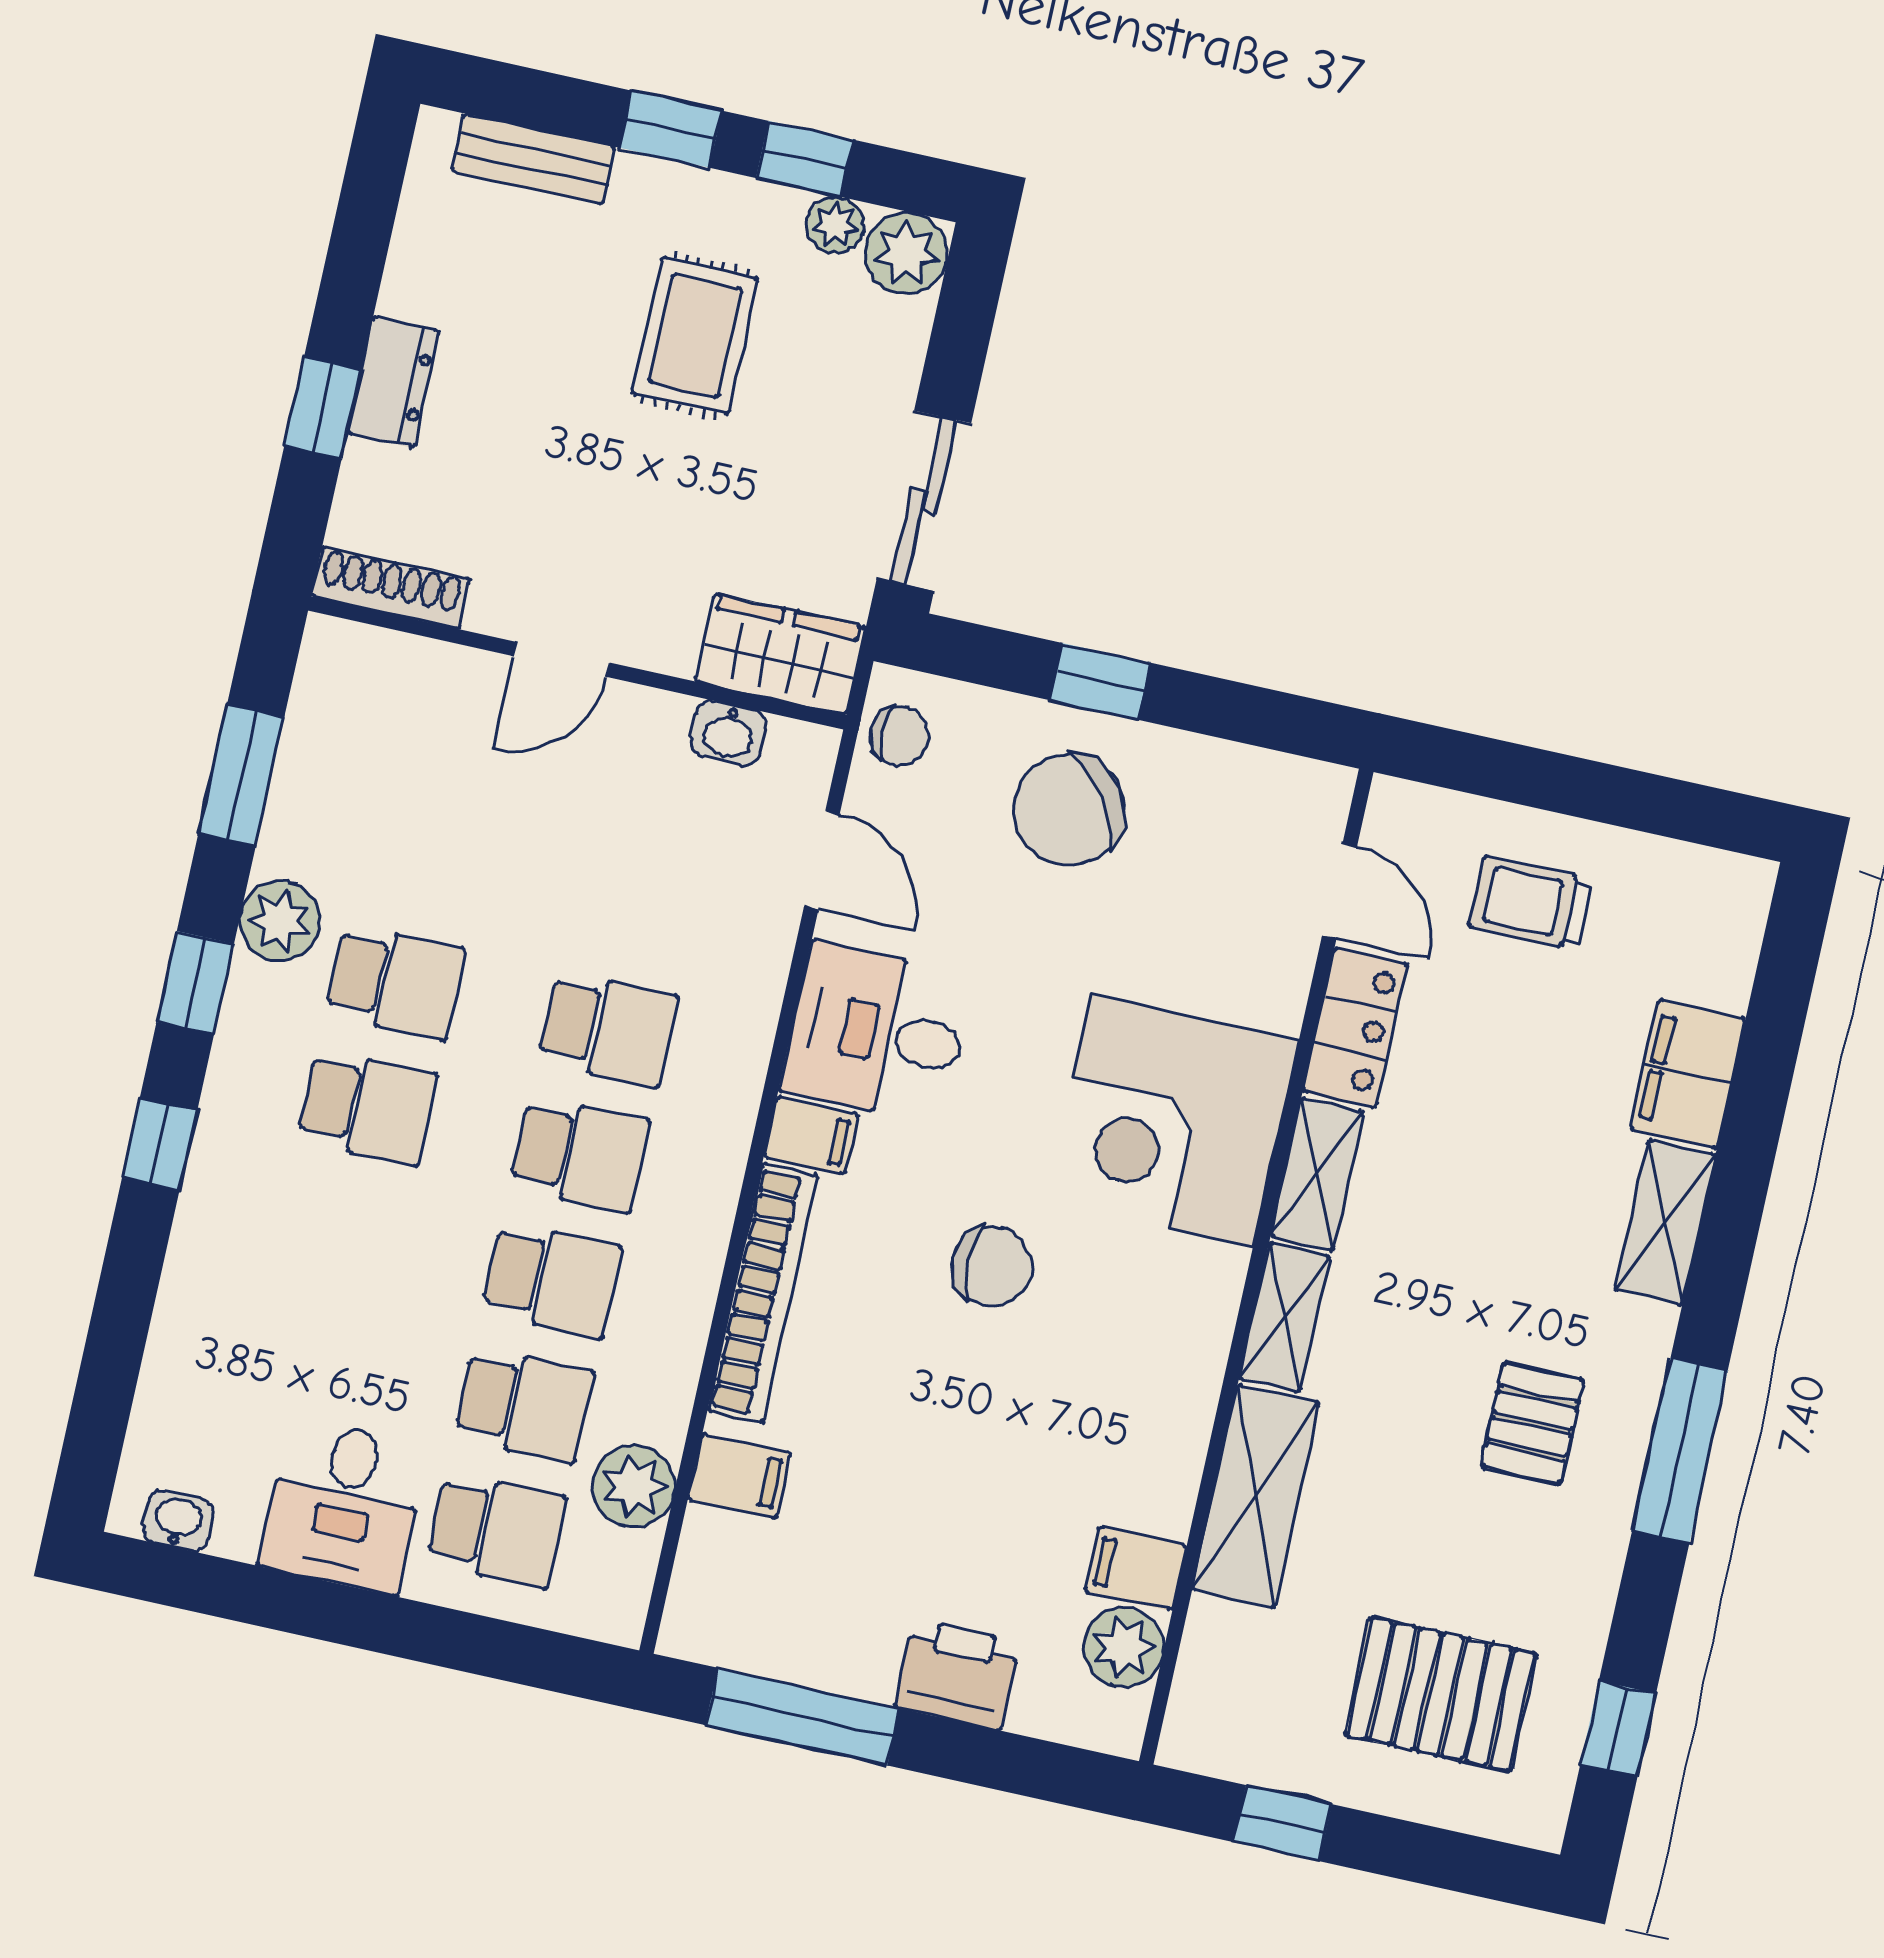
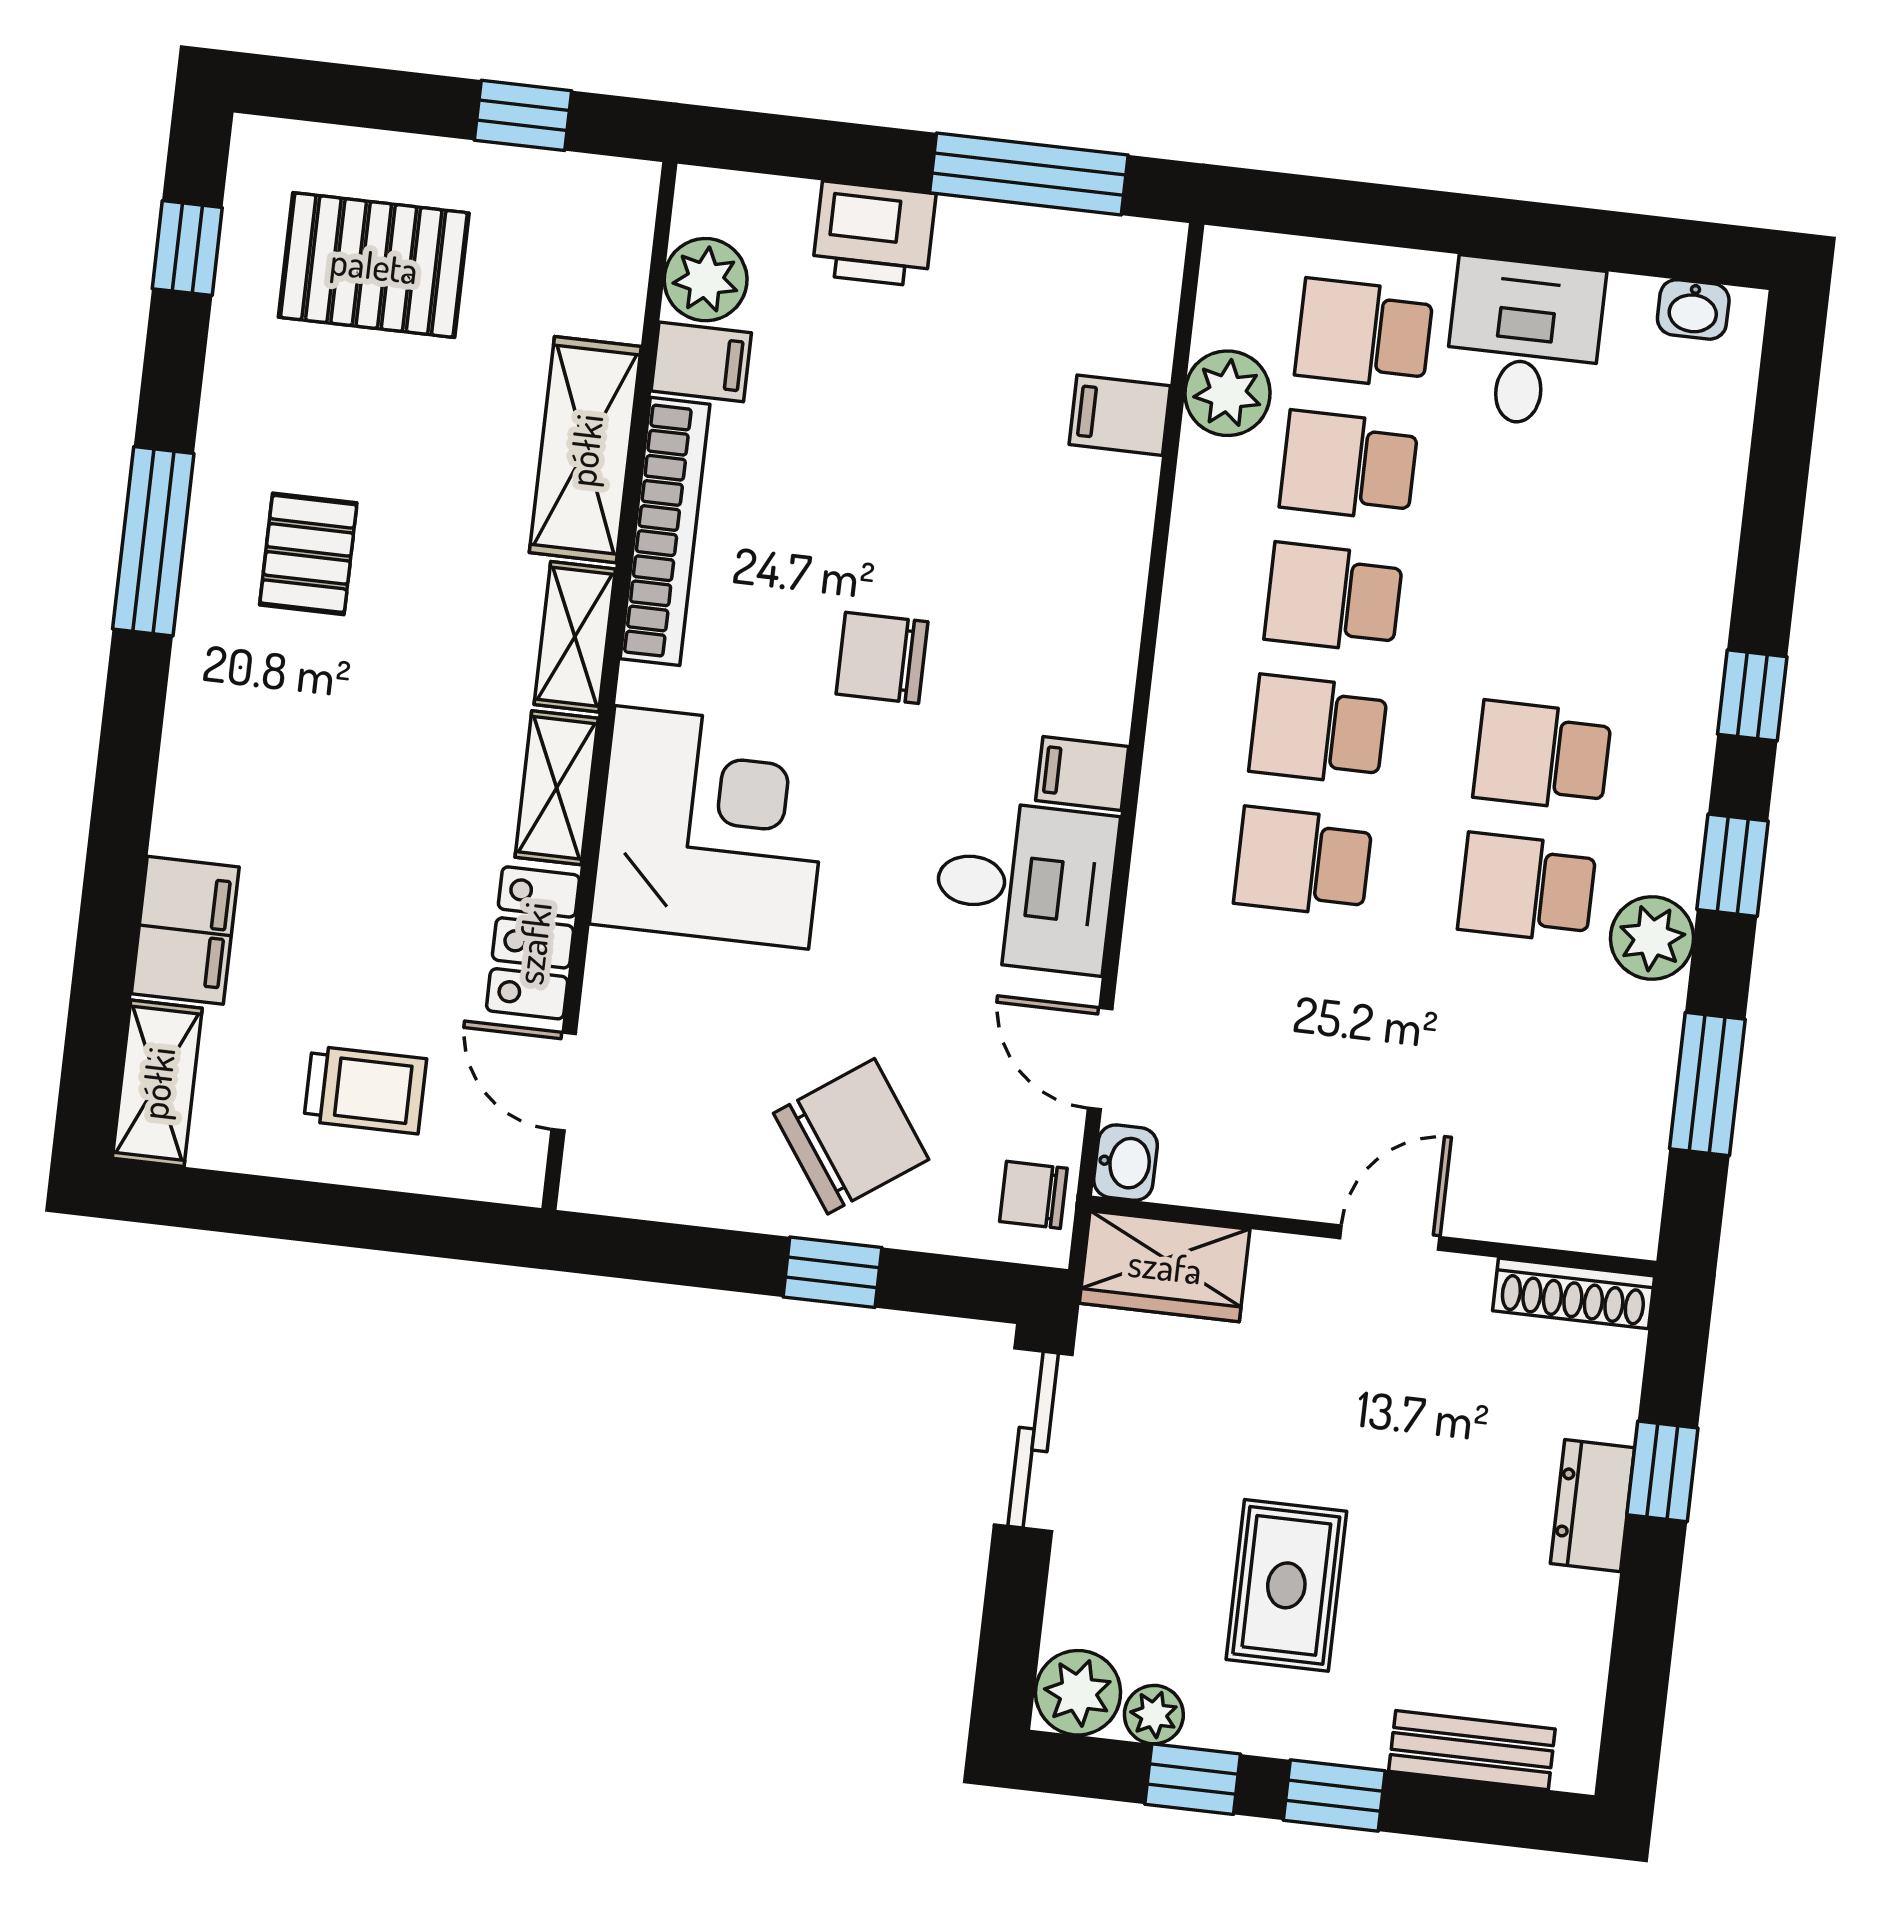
washbasin: (728, 733) -> (1125, 1163), moved, turned 90
shelving: (1665, 1222) -> (157, 1083), moved
bookcase: (763, 1293) -> (665, 531), moved, turned 180

